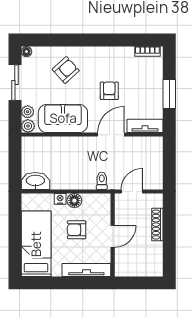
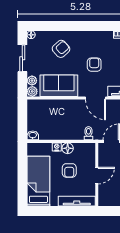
door: (111, 135) -> (95, 98), swing flipped
washbasin: (35, 181) -> (33, 135), width x0.52, depth x0.69
armchair: (77, 230) -> (69, 170), turned -90

